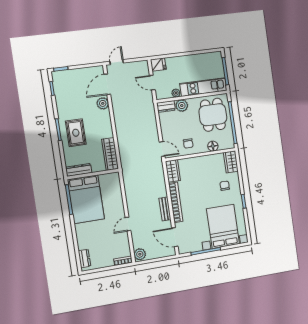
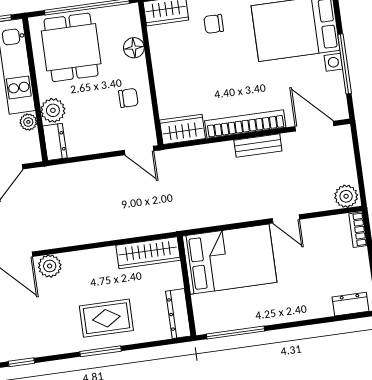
dining table: (213, 115) -> (71, 47), turned 90
door: (162, 149) -> (139, 151), swing flipped
bed: (86, 199) -> (230, 259), moved
door: (175, 237) -> (314, 126), swing flipped

